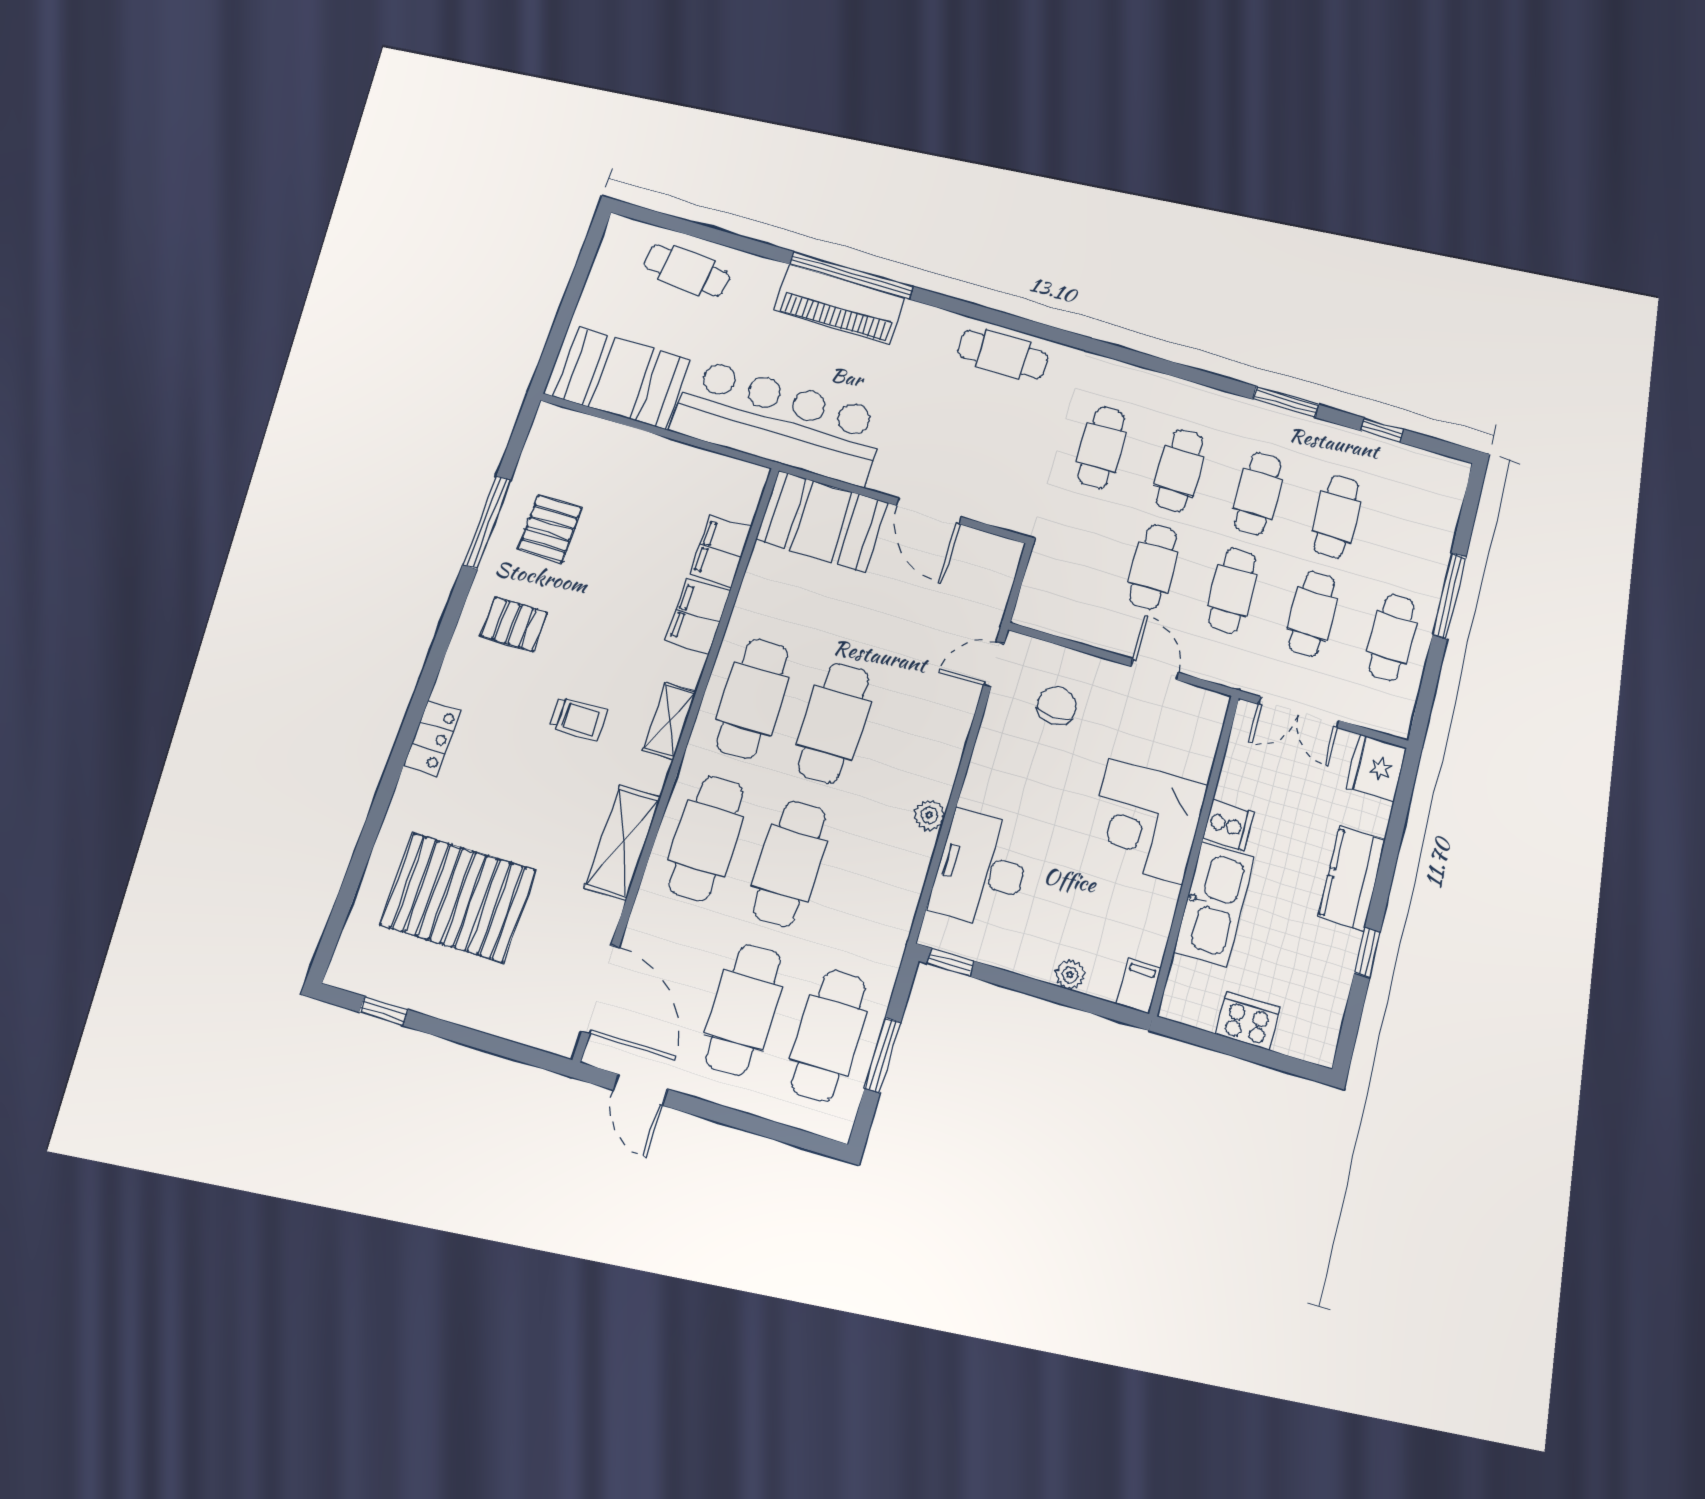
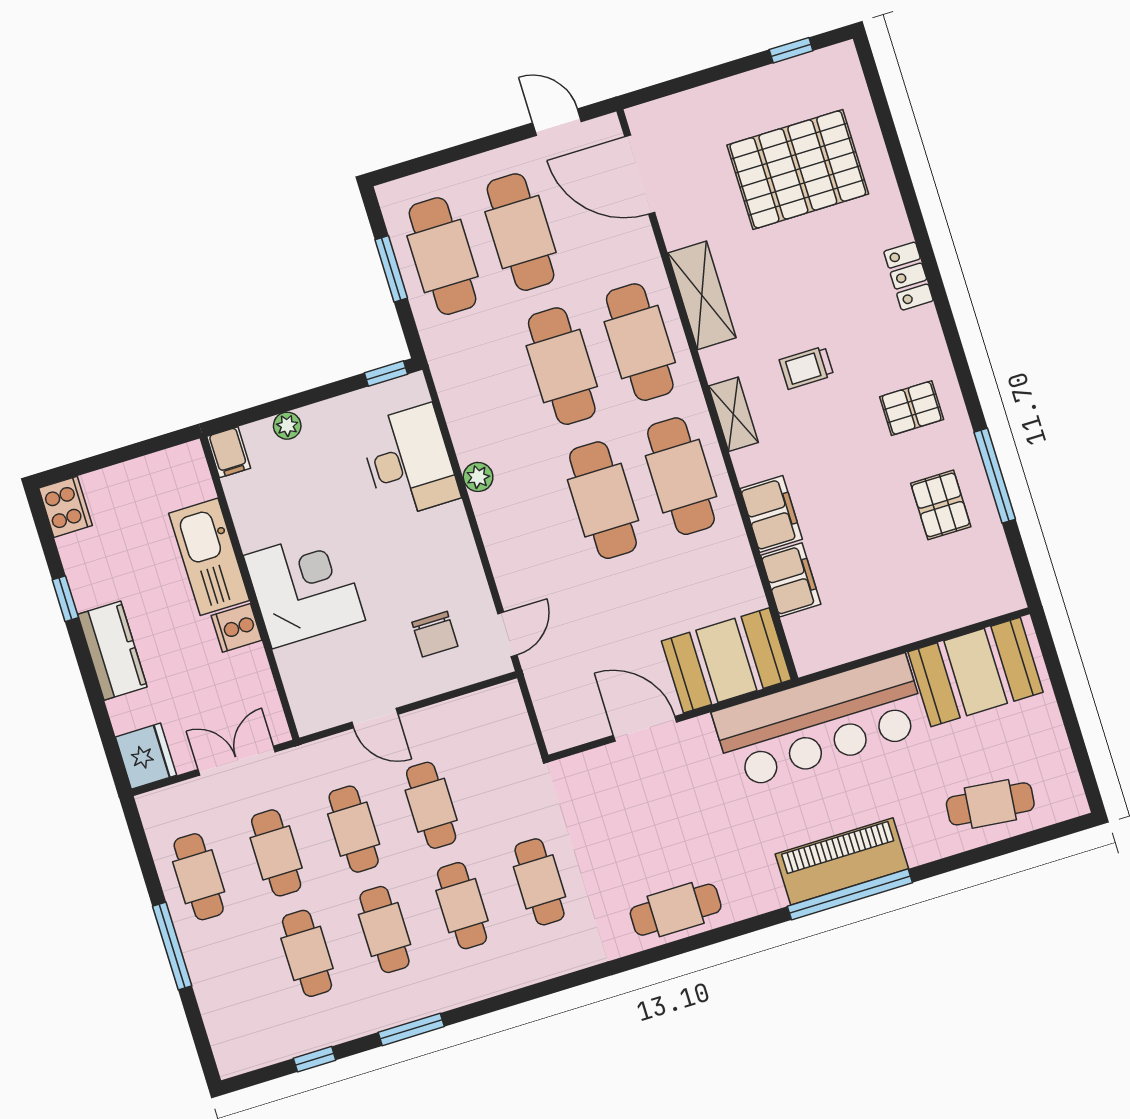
cooker: (1248, 1021) -> (66, 507), moved, turned -90

